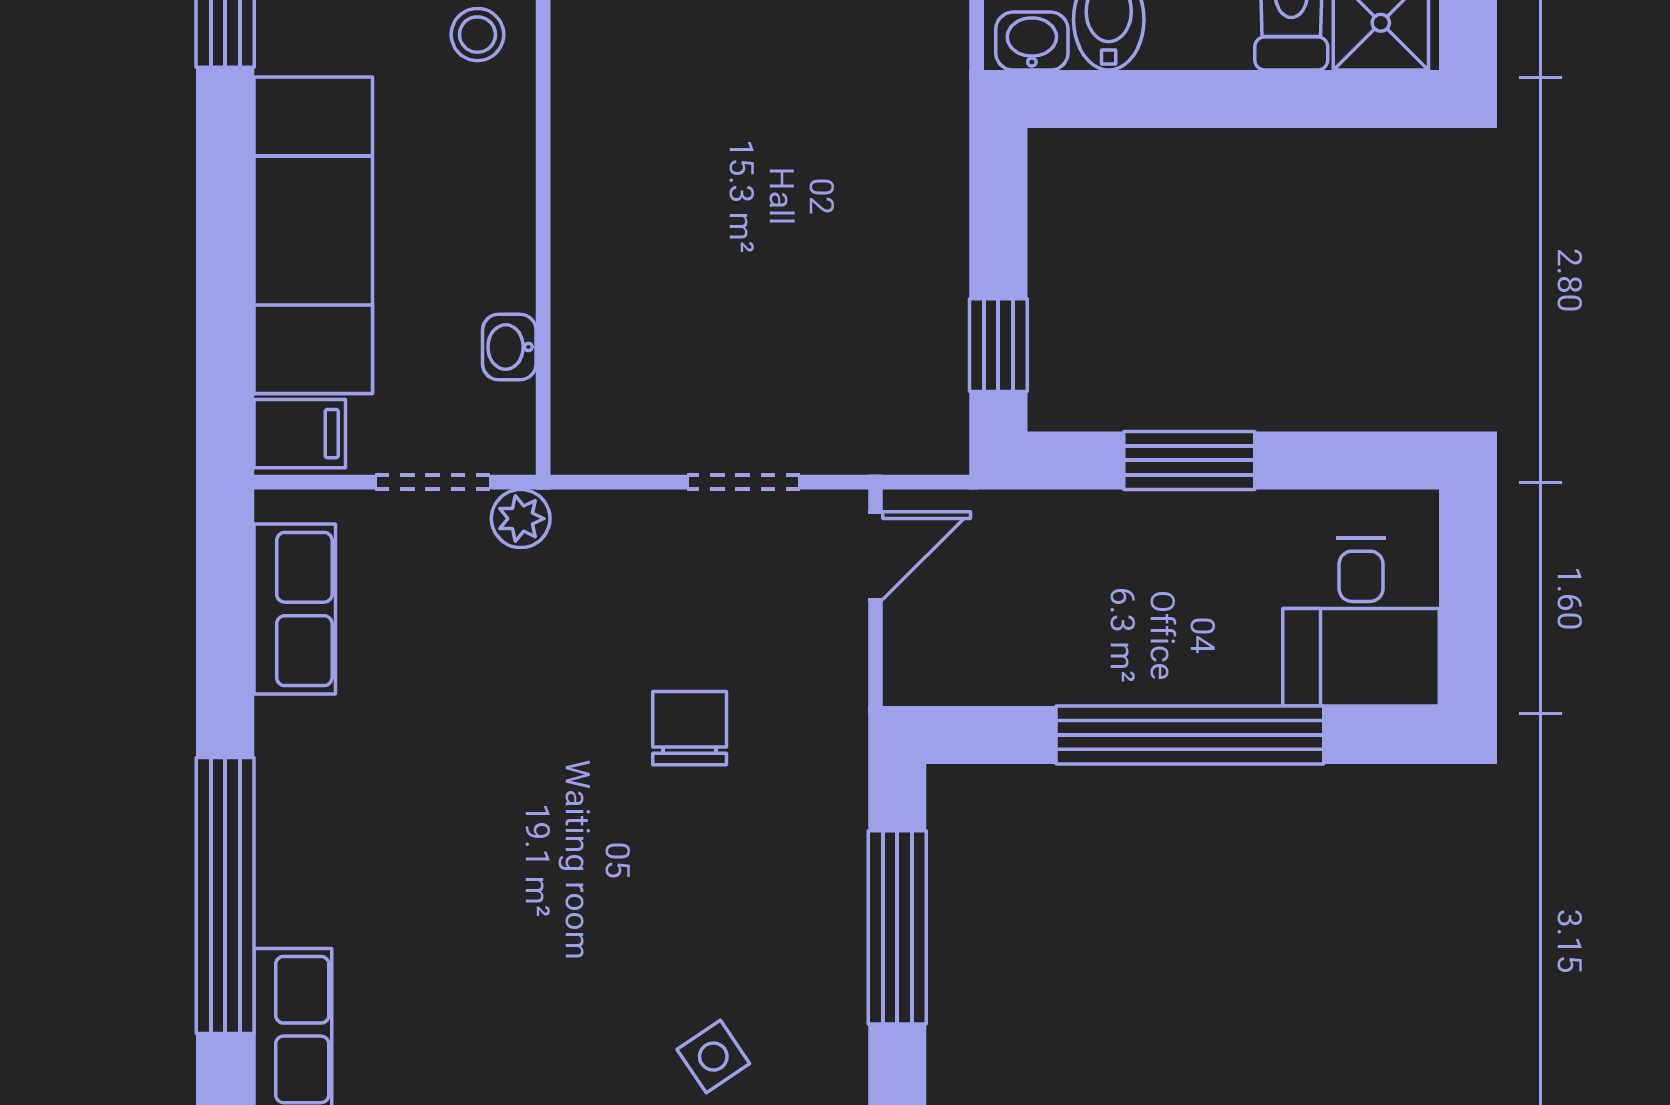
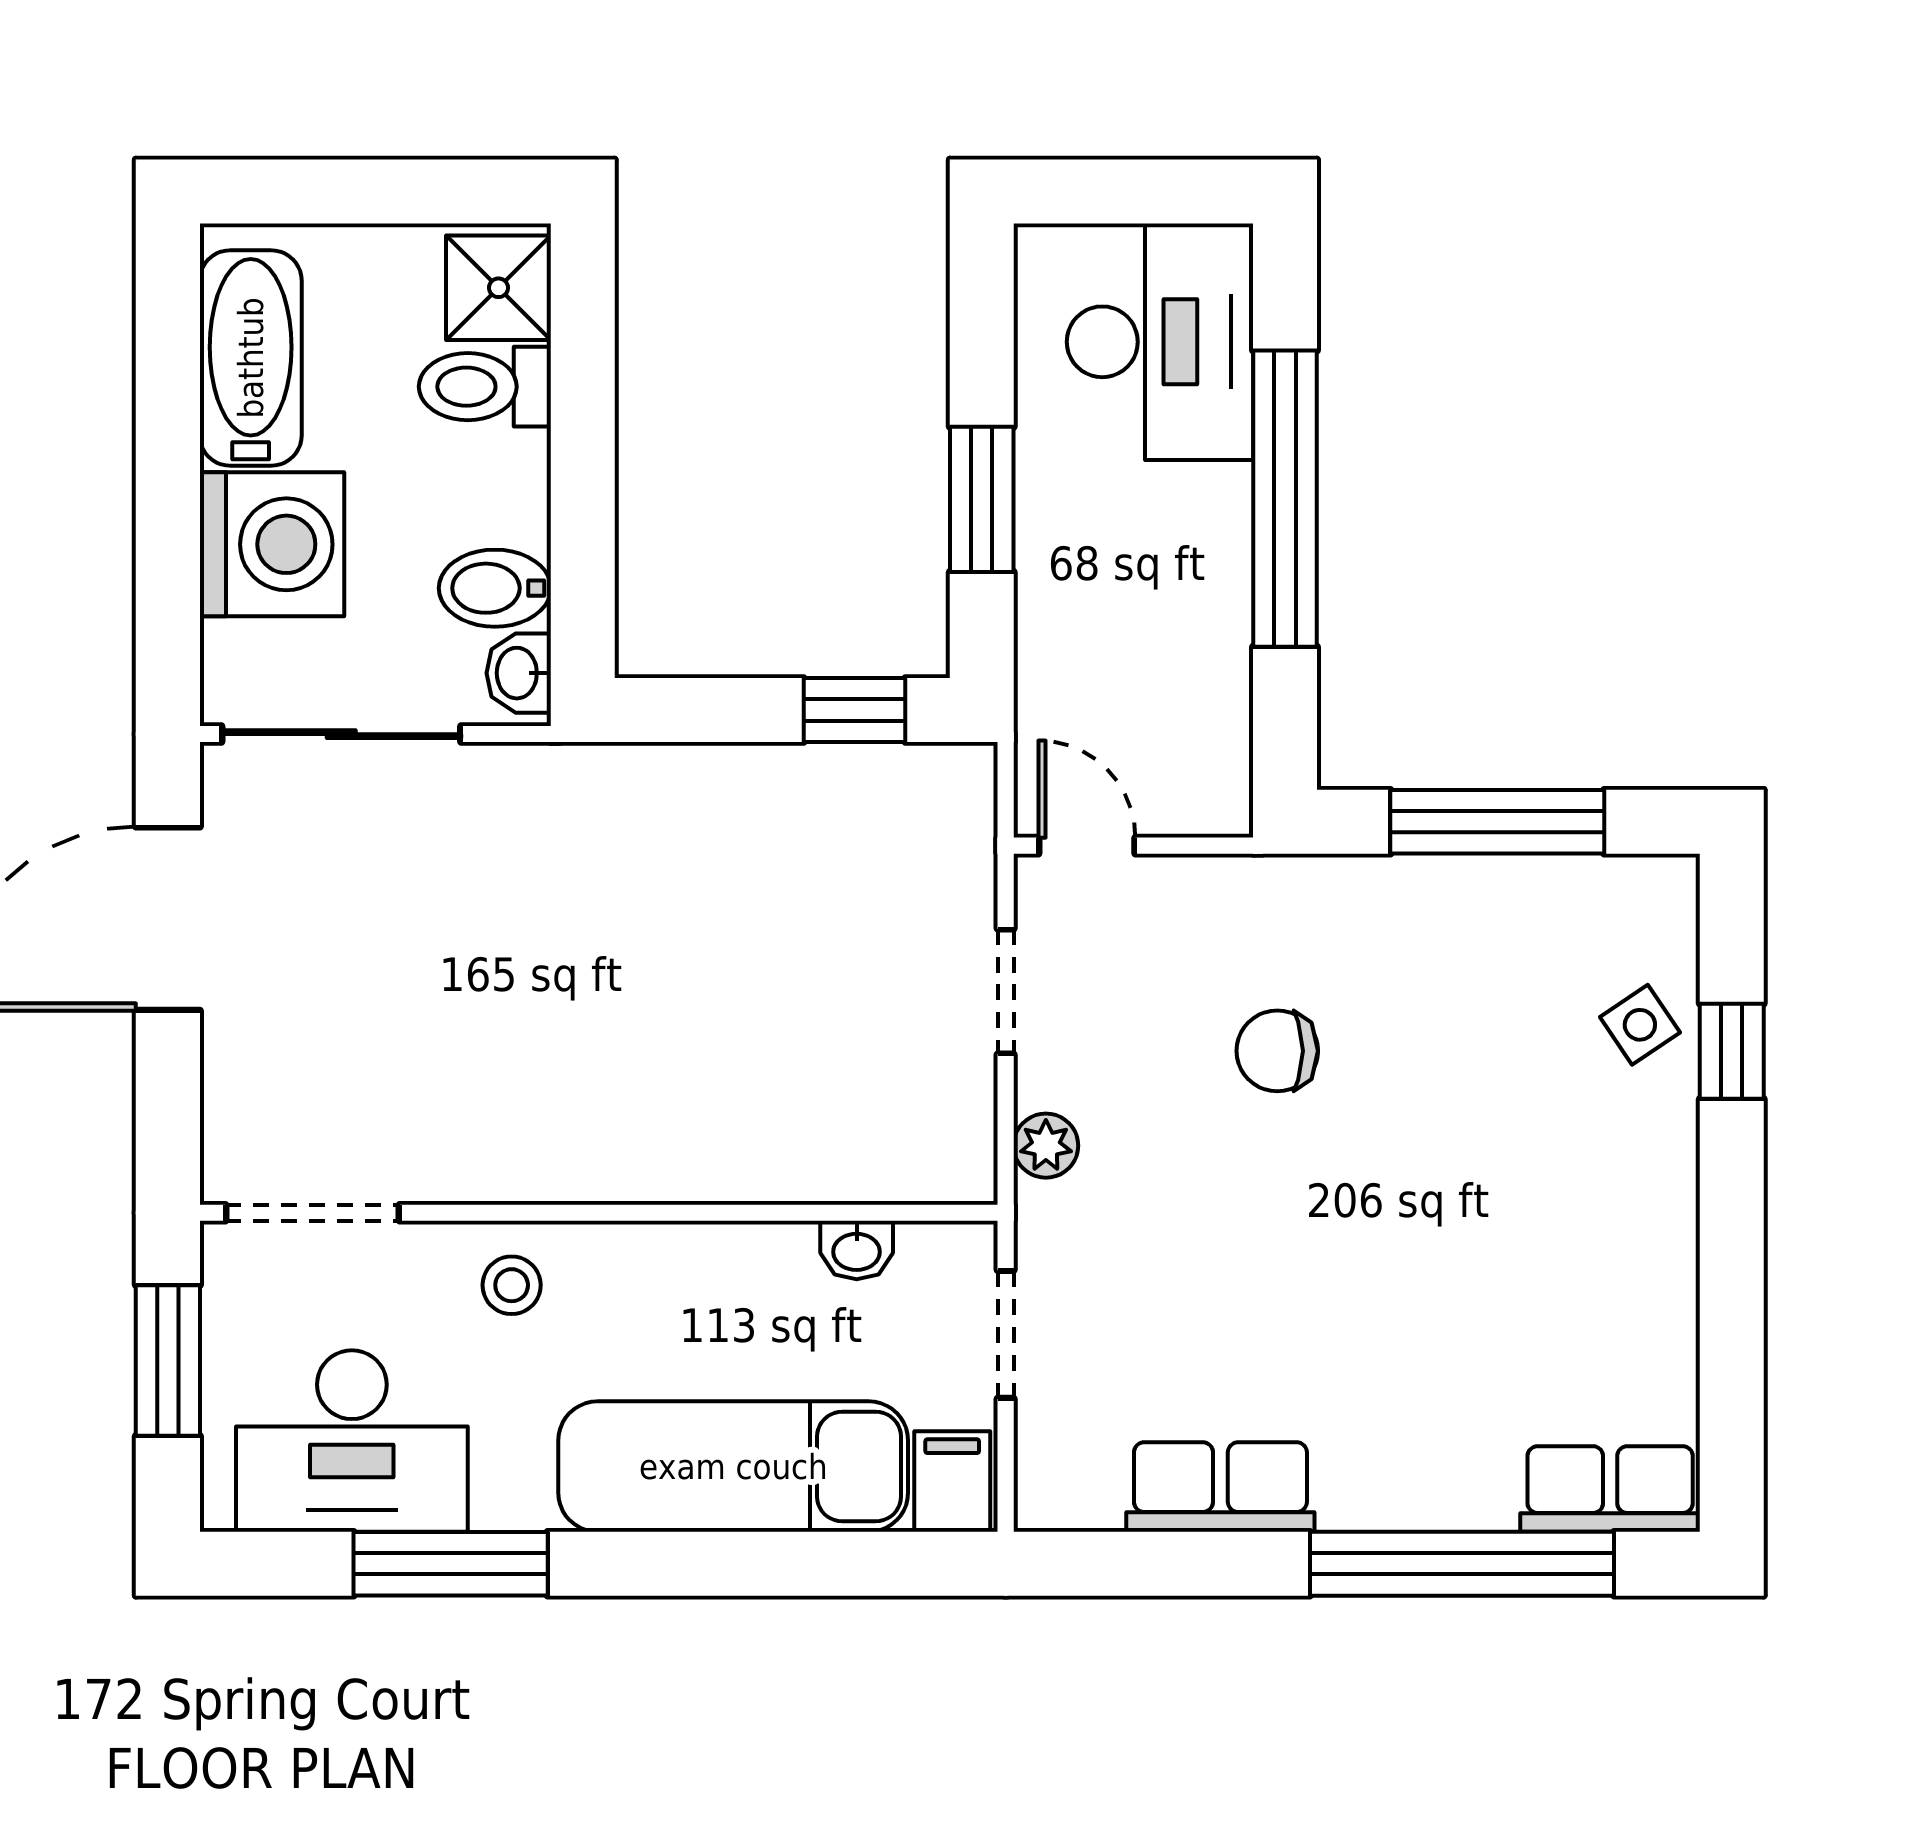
plant: (521, 519) -> (1046, 1146), moved
row of seats: (295, 609) -> (1220, 1487), moved
desk: (1361, 622) -> (1160, 342), width x1.37

